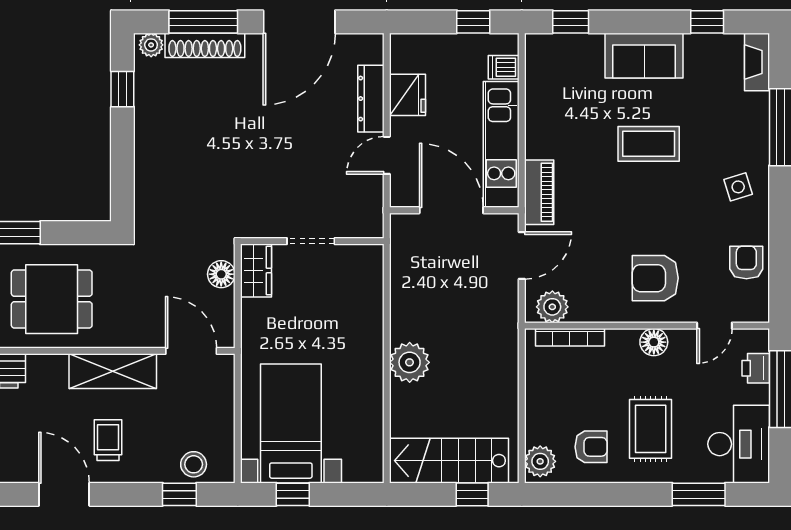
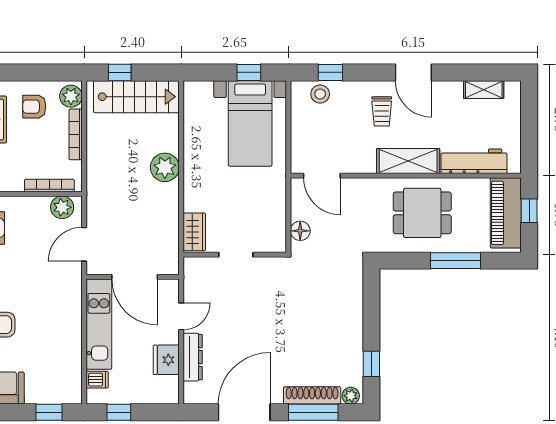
piano: (539, 192) -> (72, 290), removed
wardrobe: (256, 271) -> (194, 232), moved, turned 180
shelving: (113, 371) -> (408, 161), moved
bookcase: (534, 408) -> (76, 134), added

